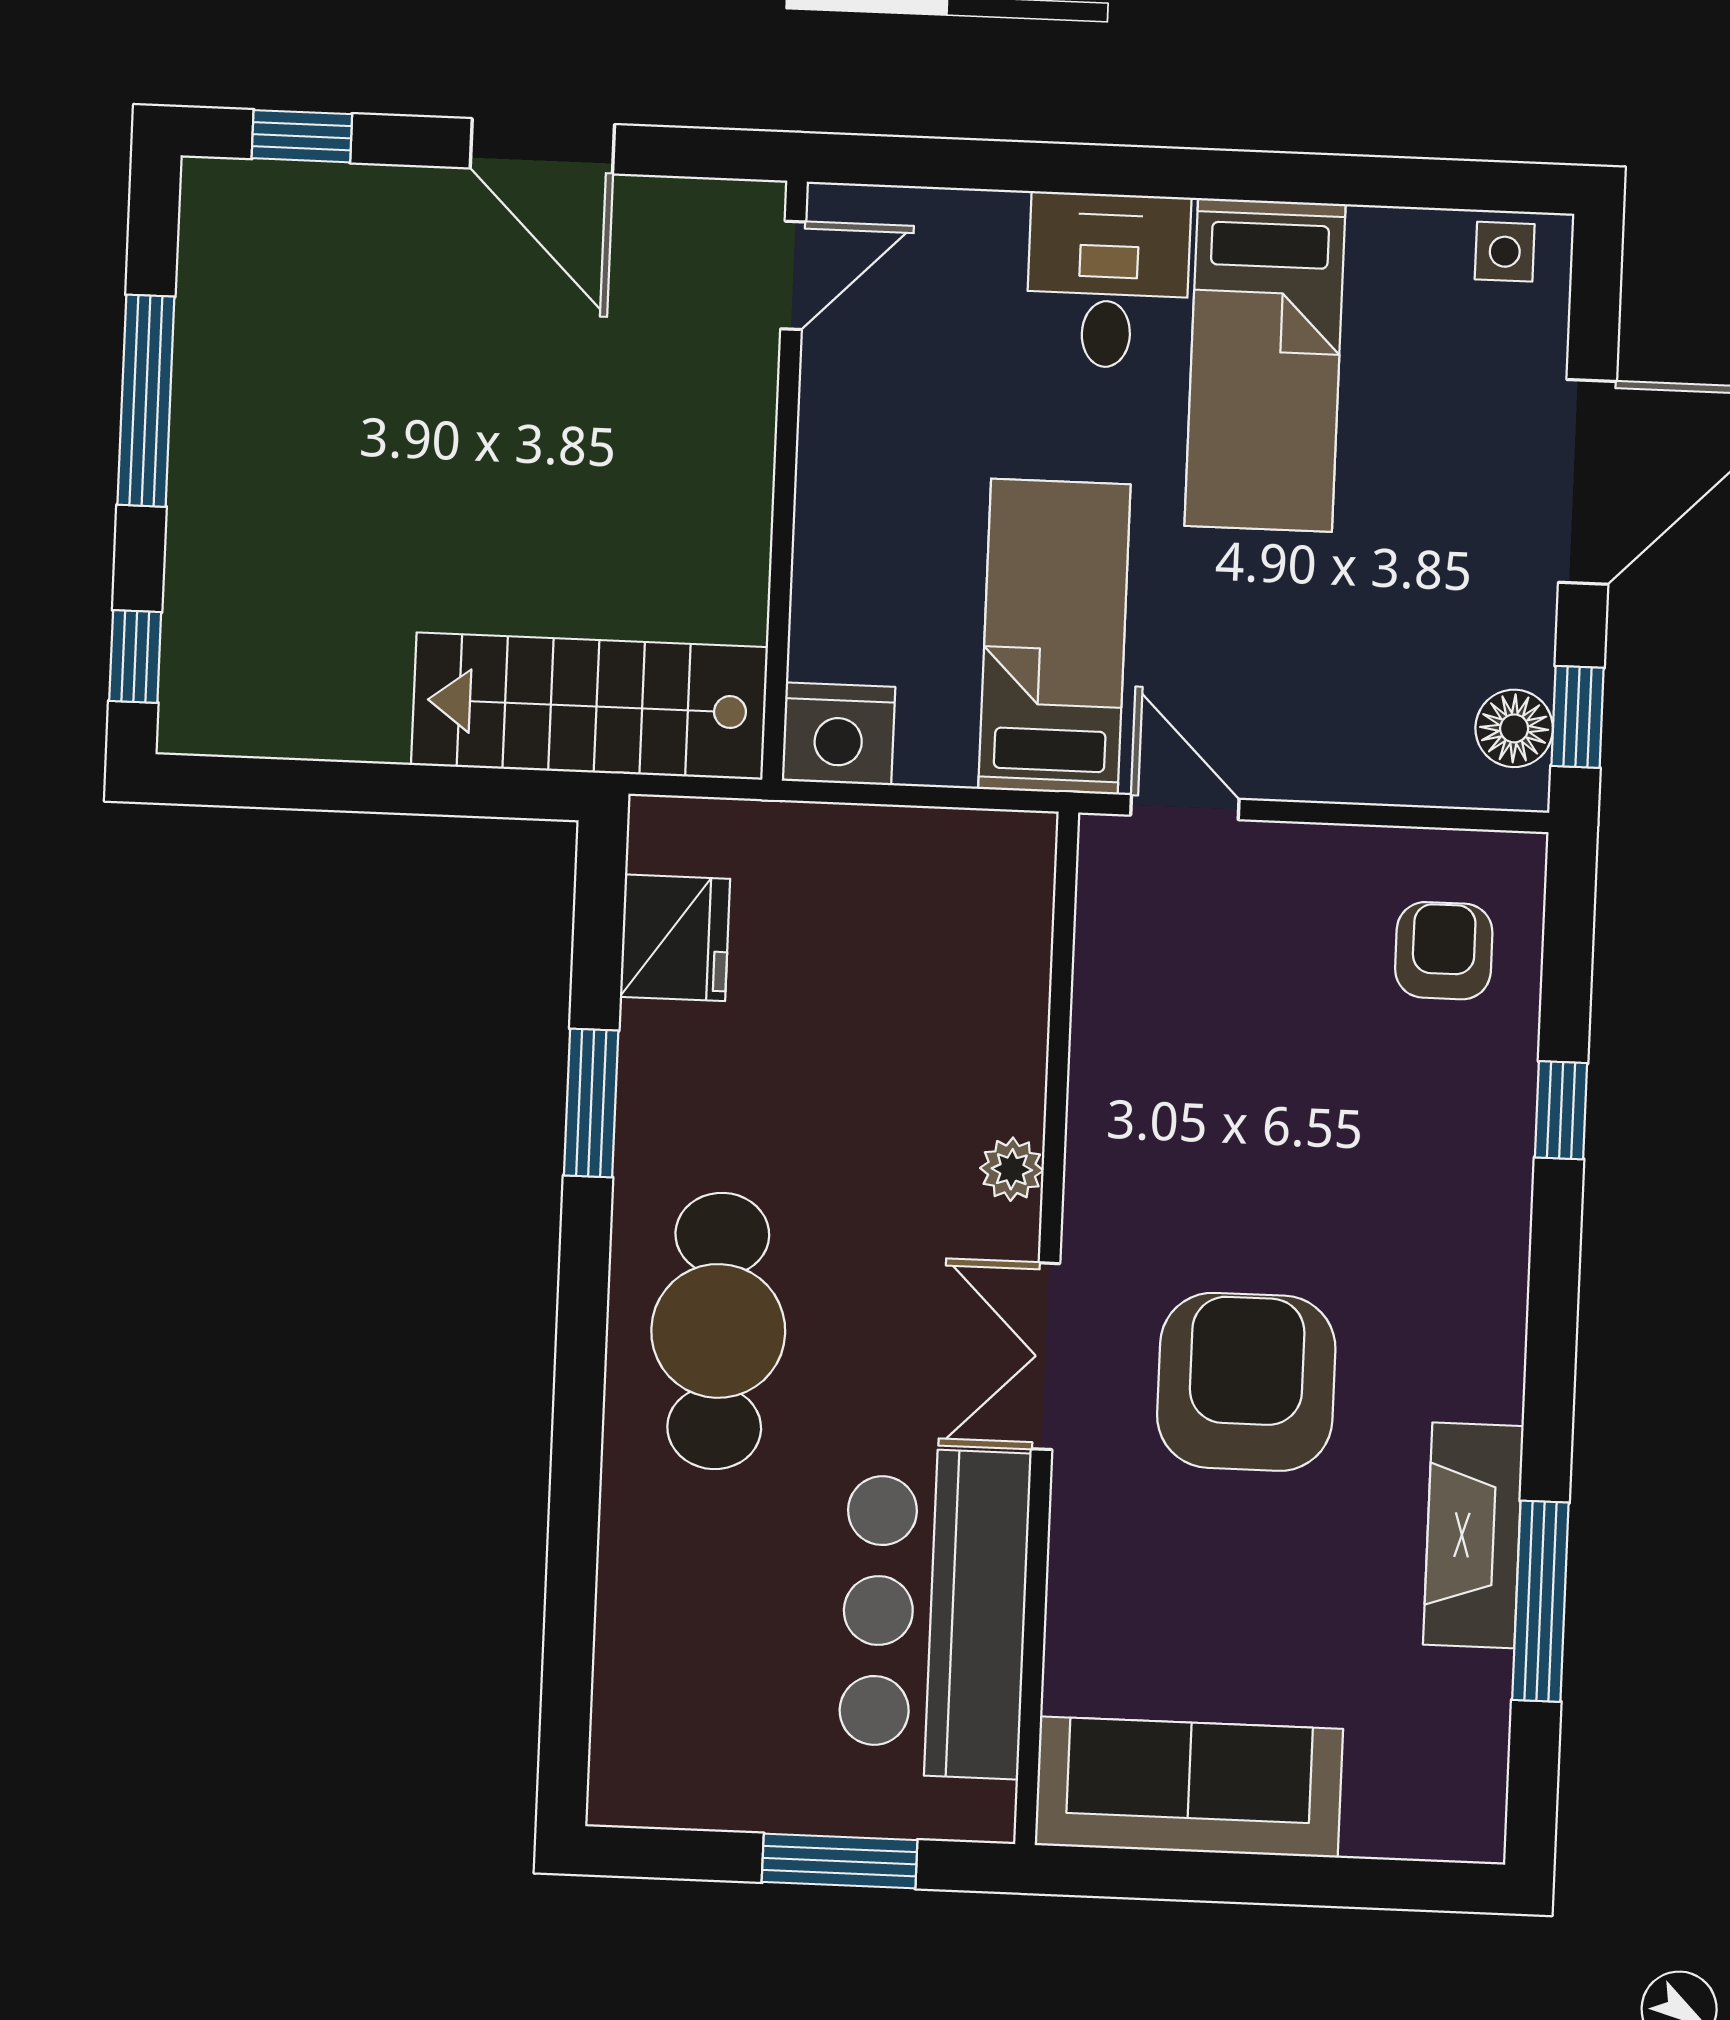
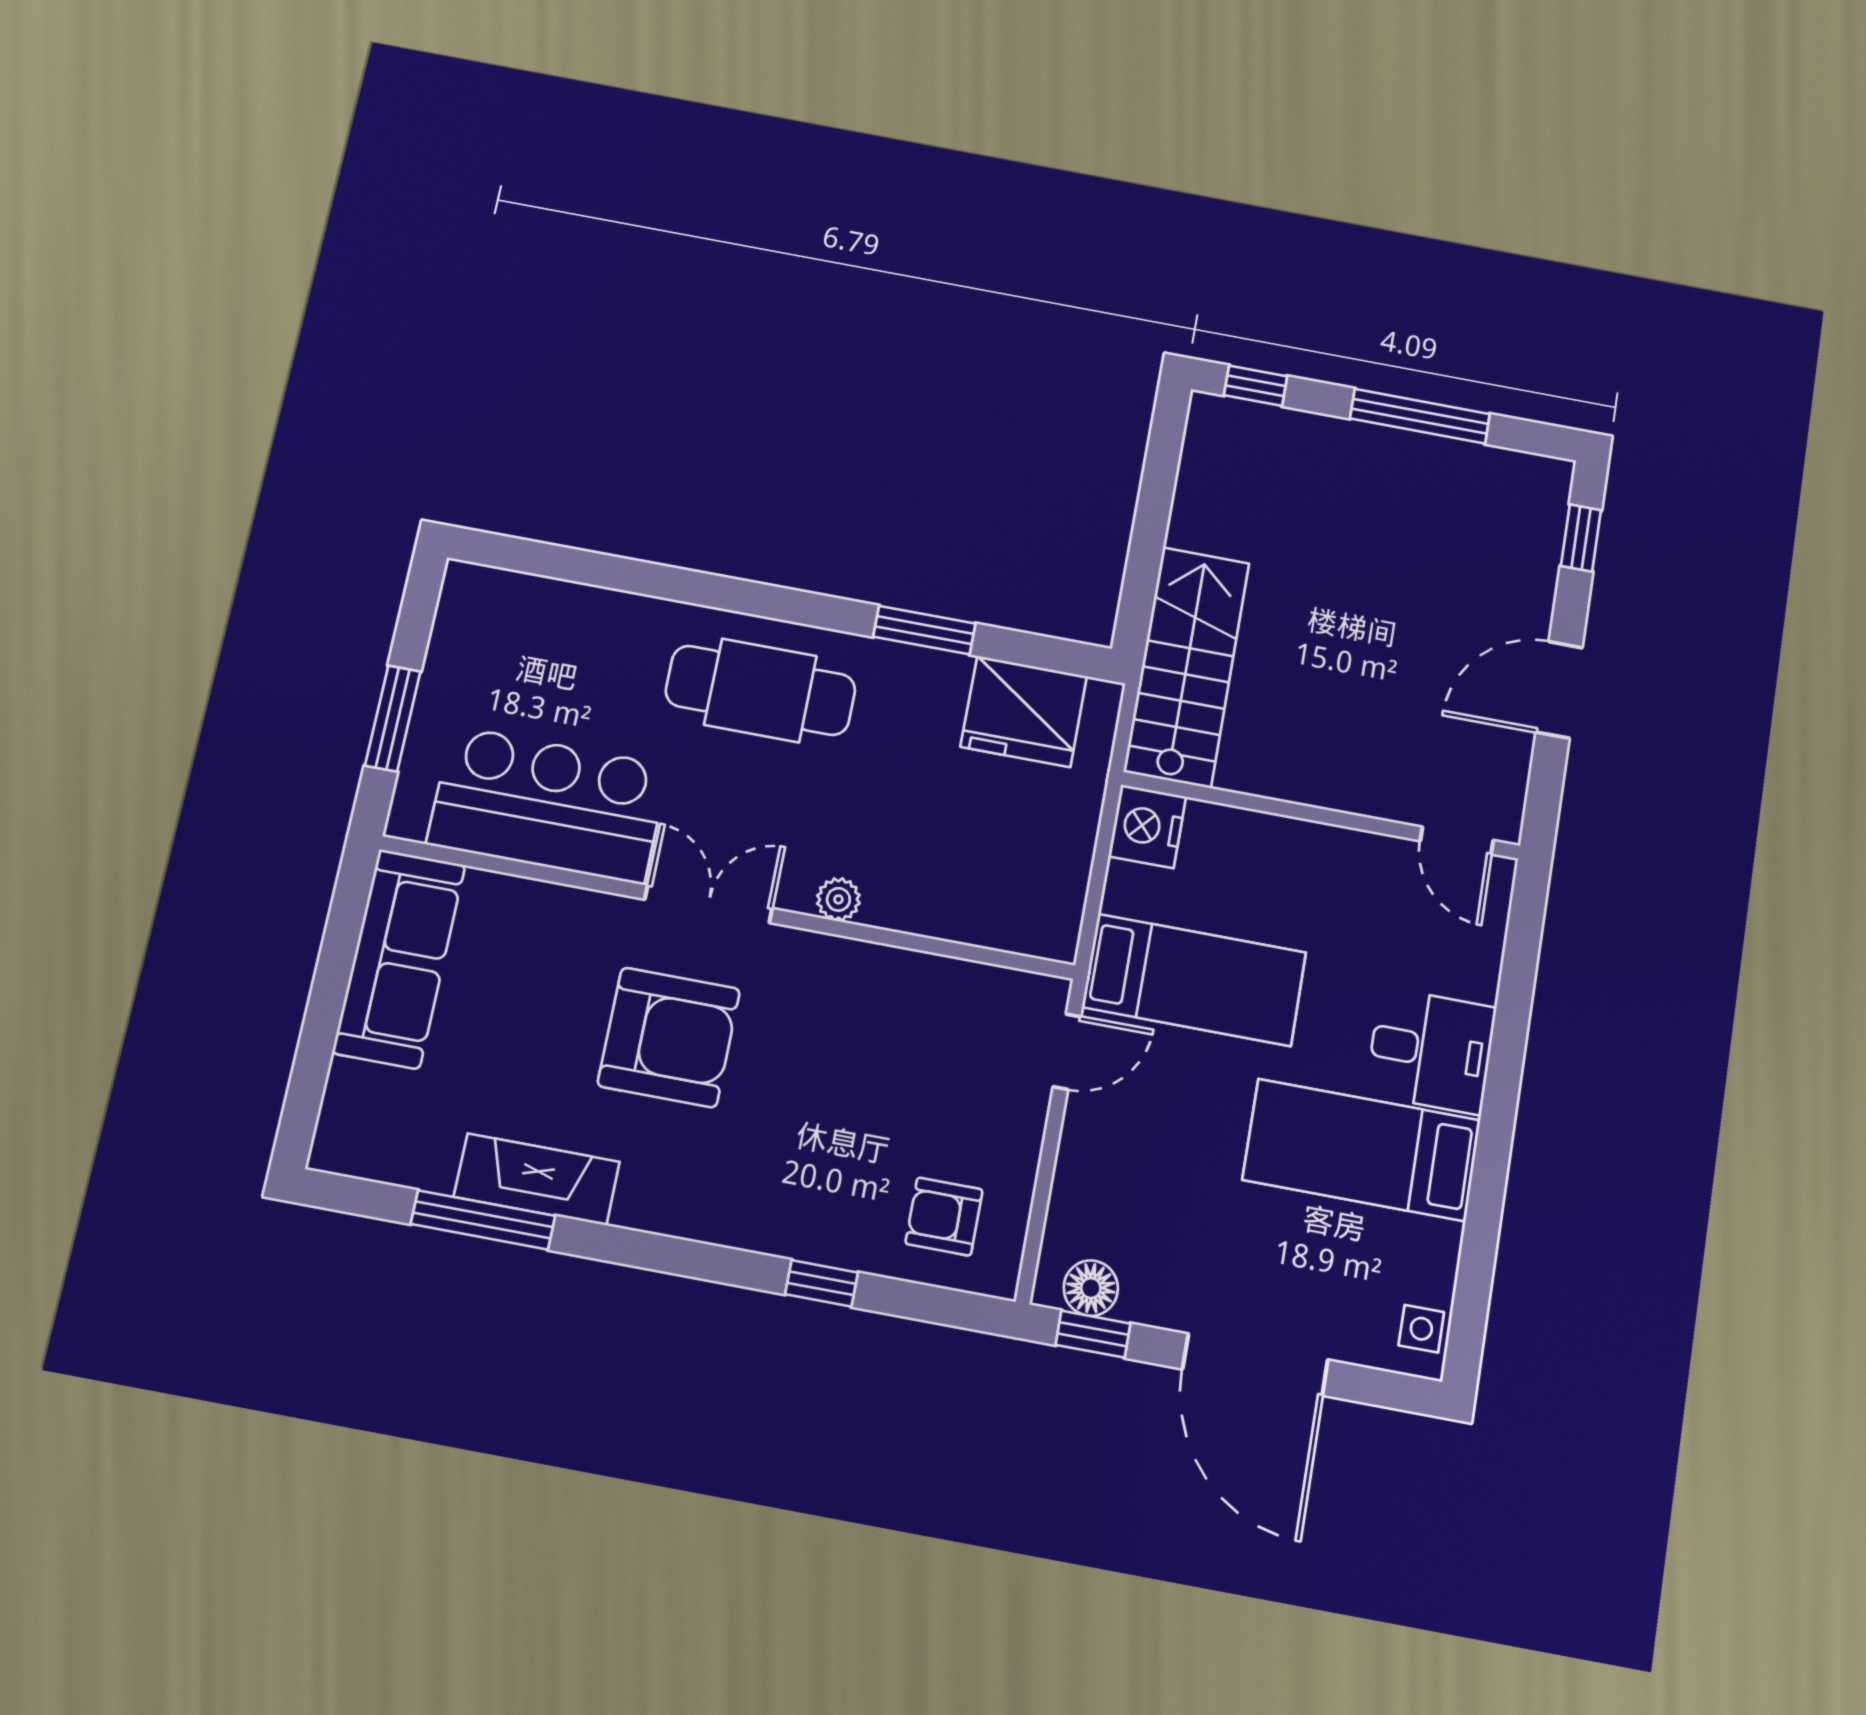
fridge: (675, 938) -> (1024, 711), width x1.36, depth x1.34
armchair: (1444, 951) -> (944, 1217), turned 180

